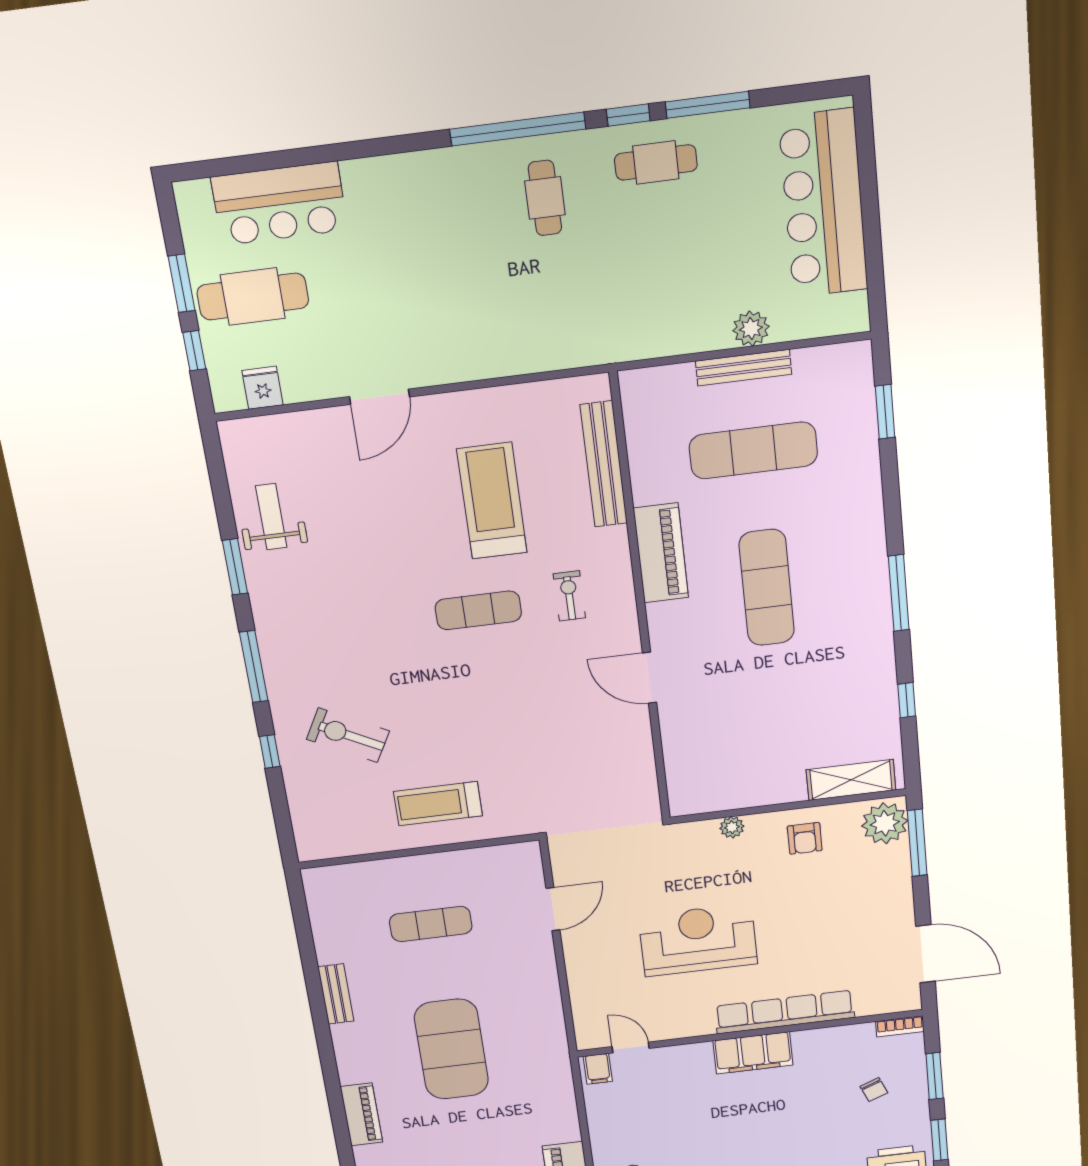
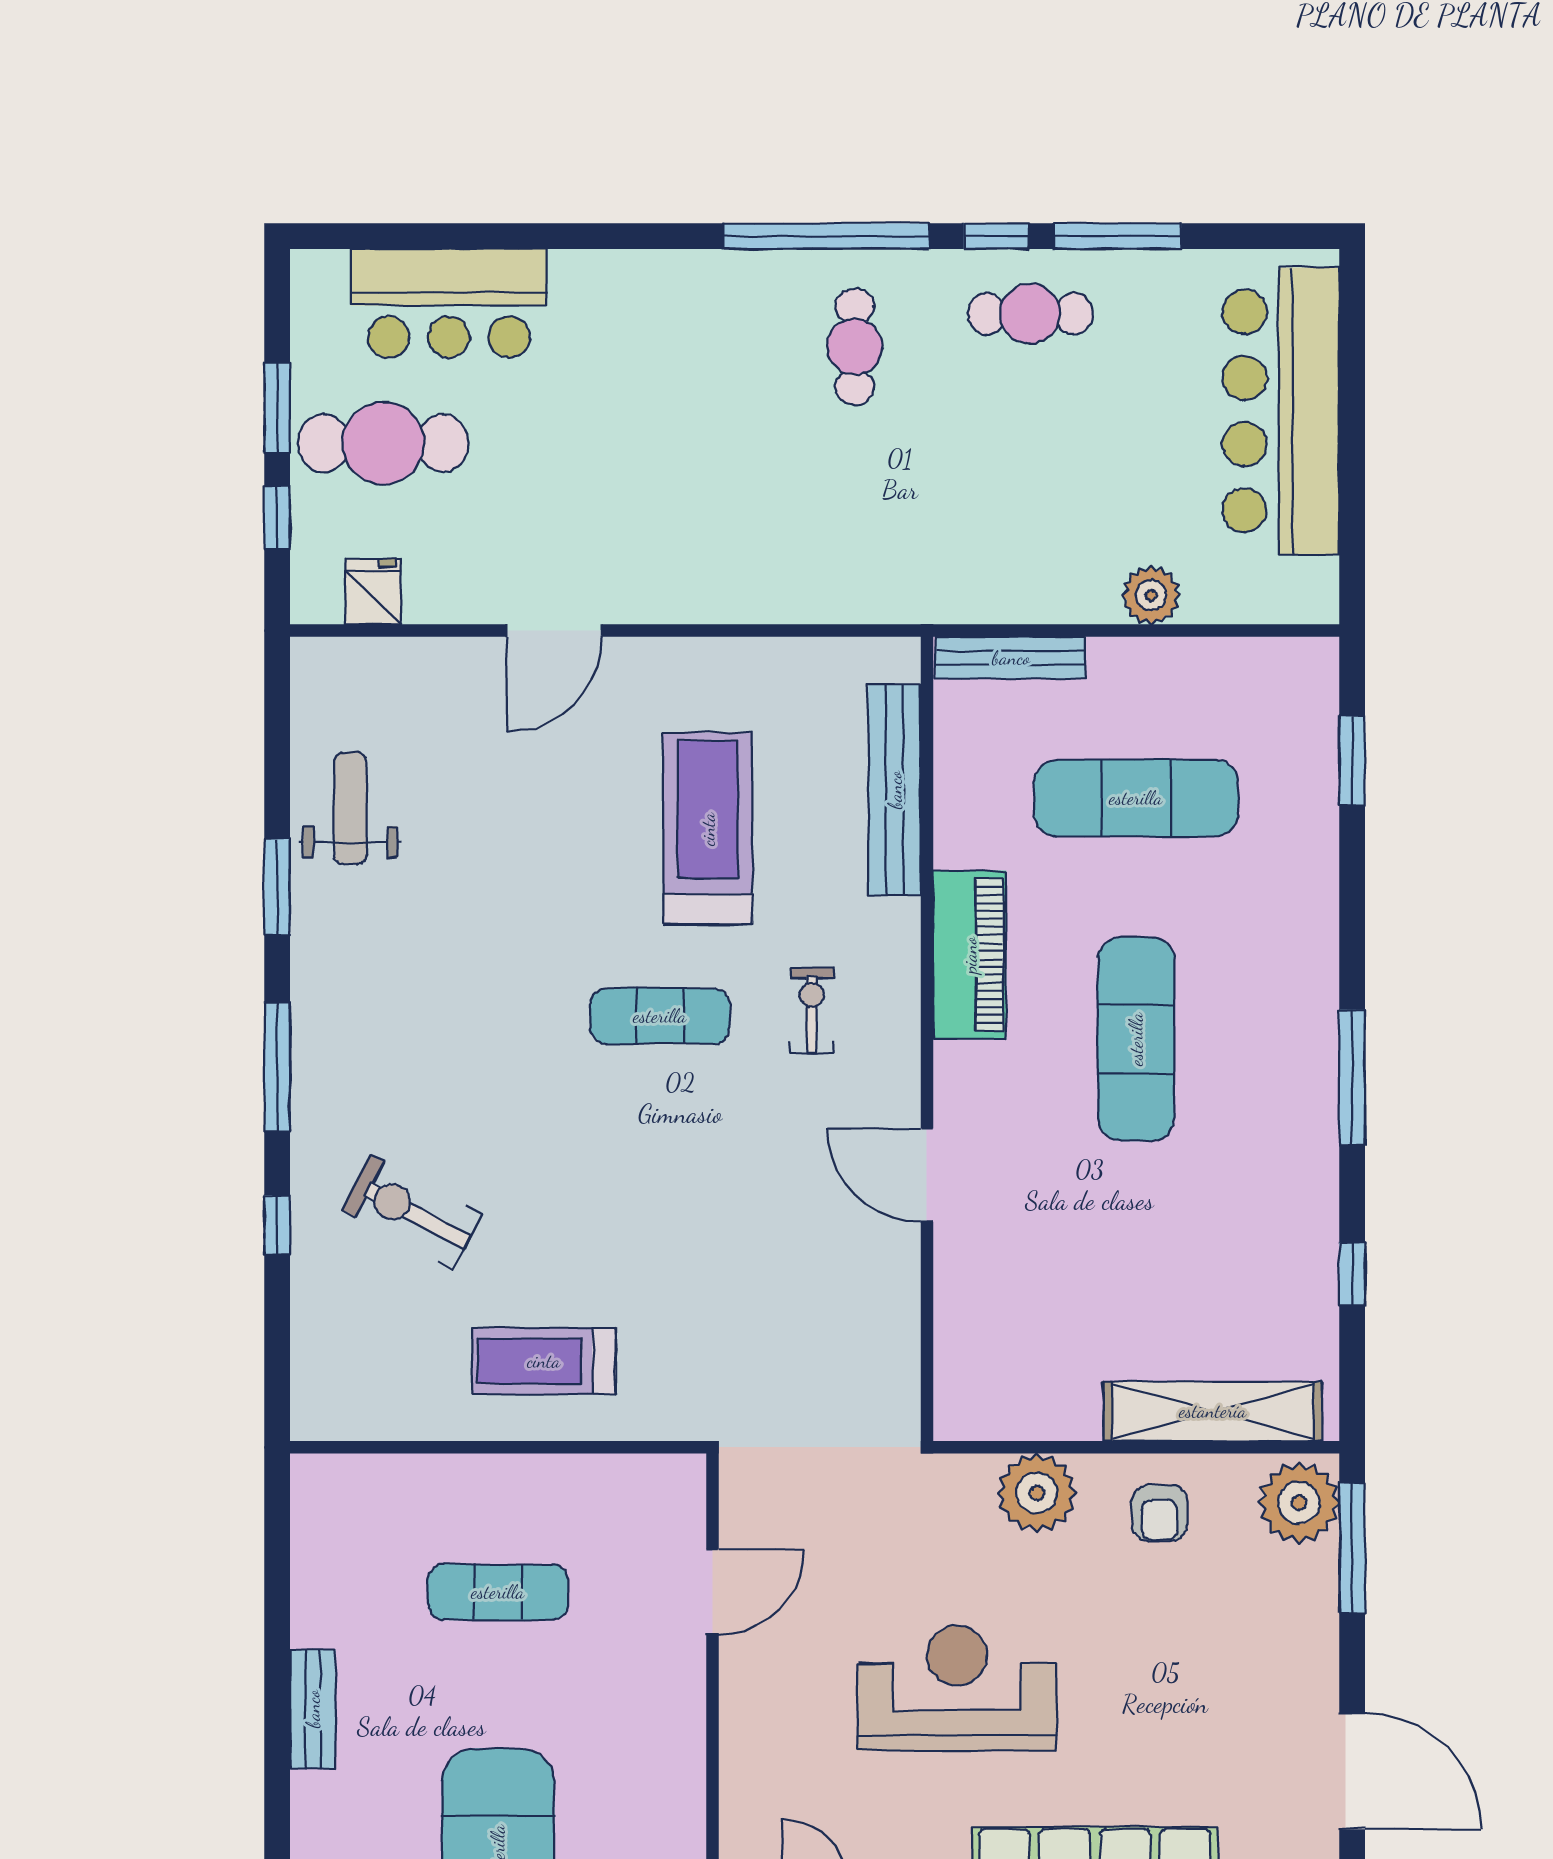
bench: (744, 368) -> (1011, 658), moved
shelving: (851, 780) -> (1213, 1411), width x1.47
plant: (732, 827) -> (1037, 1493), width x1.88, depth x1.88

